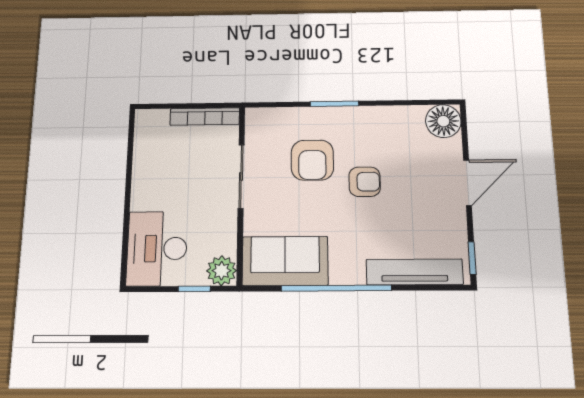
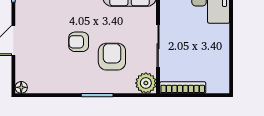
floor lamp: (443, 121) -> (21, 87), width x0.53, depth x0.53
plant: (260, 122) -> (146, 83), added

